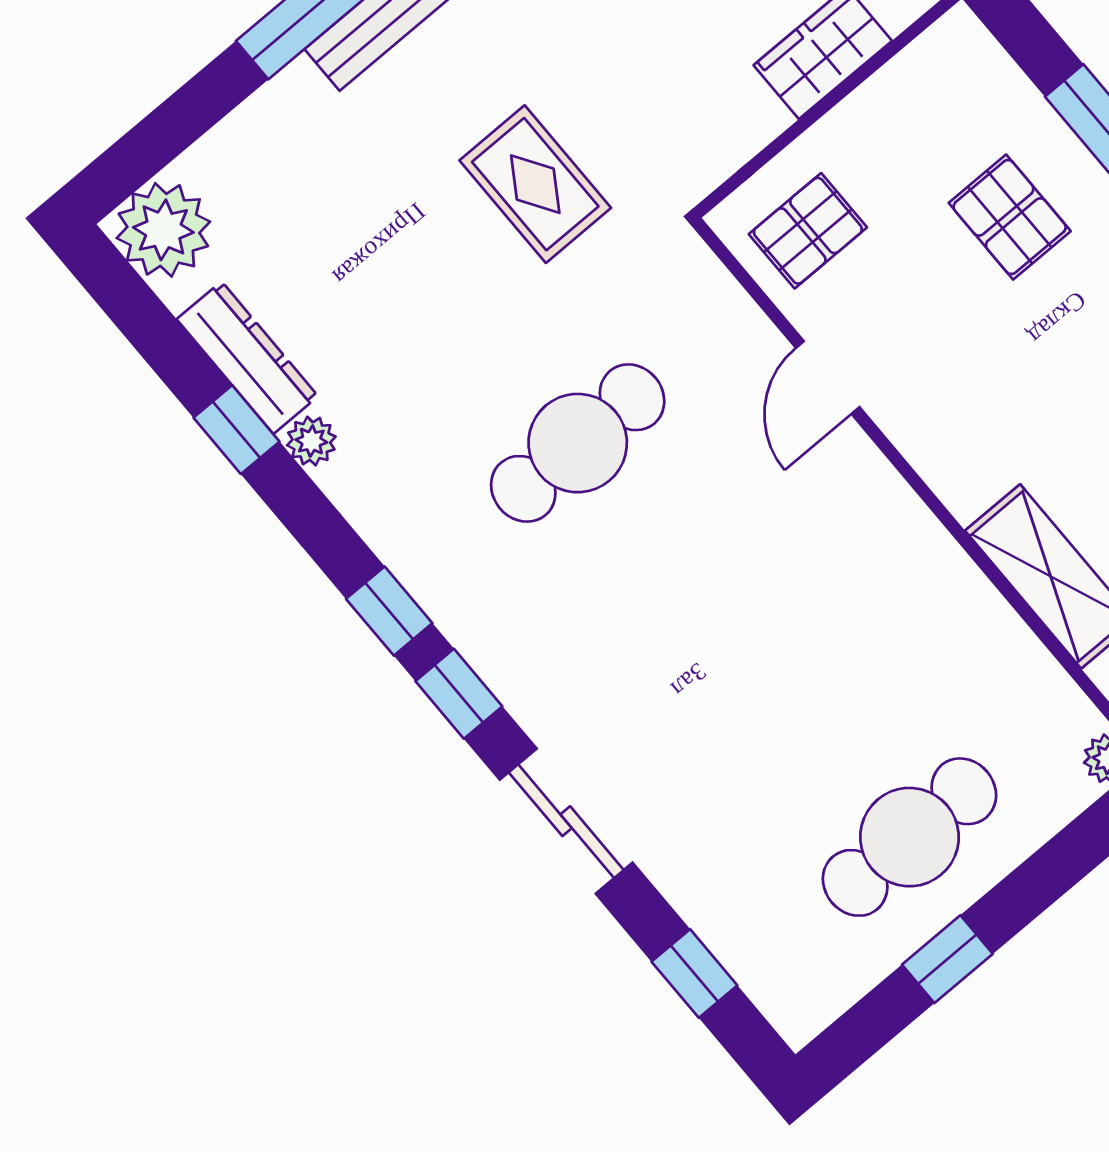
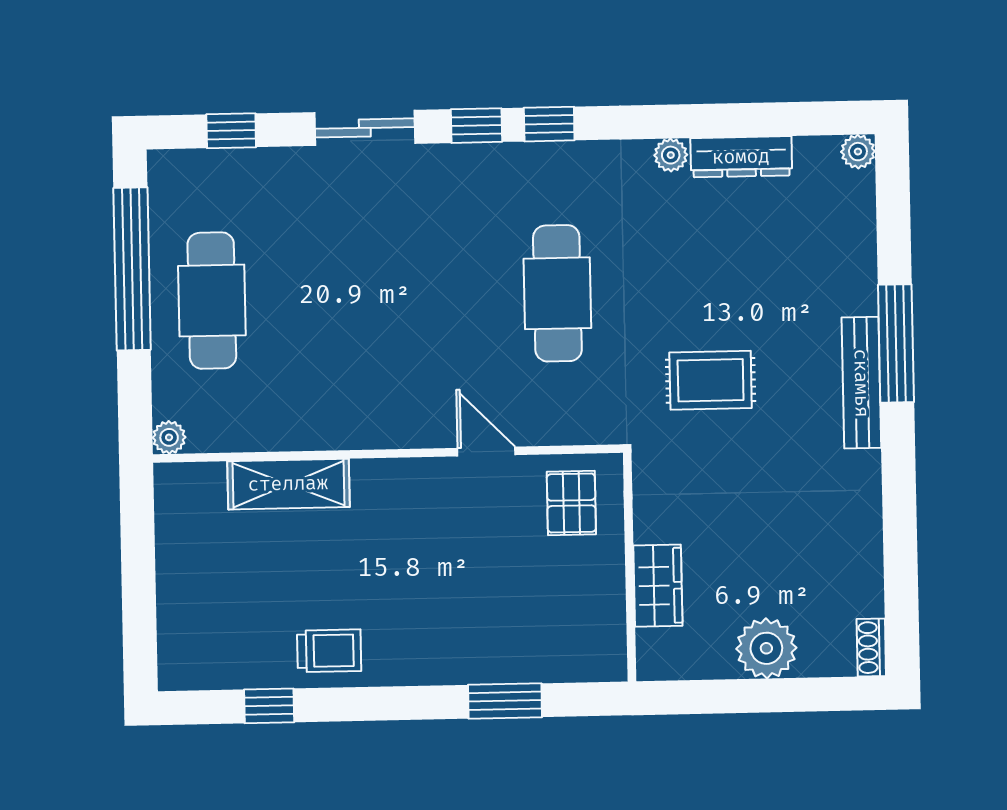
pallet: (1010, 217) -> (493, 614), removed
plant: (163, 230) -> (858, 152), width x0.53, depth x0.53
window: (236, 430) -> (708, 121), removed
window: (947, 959) -> (132, 269), width x3.17

